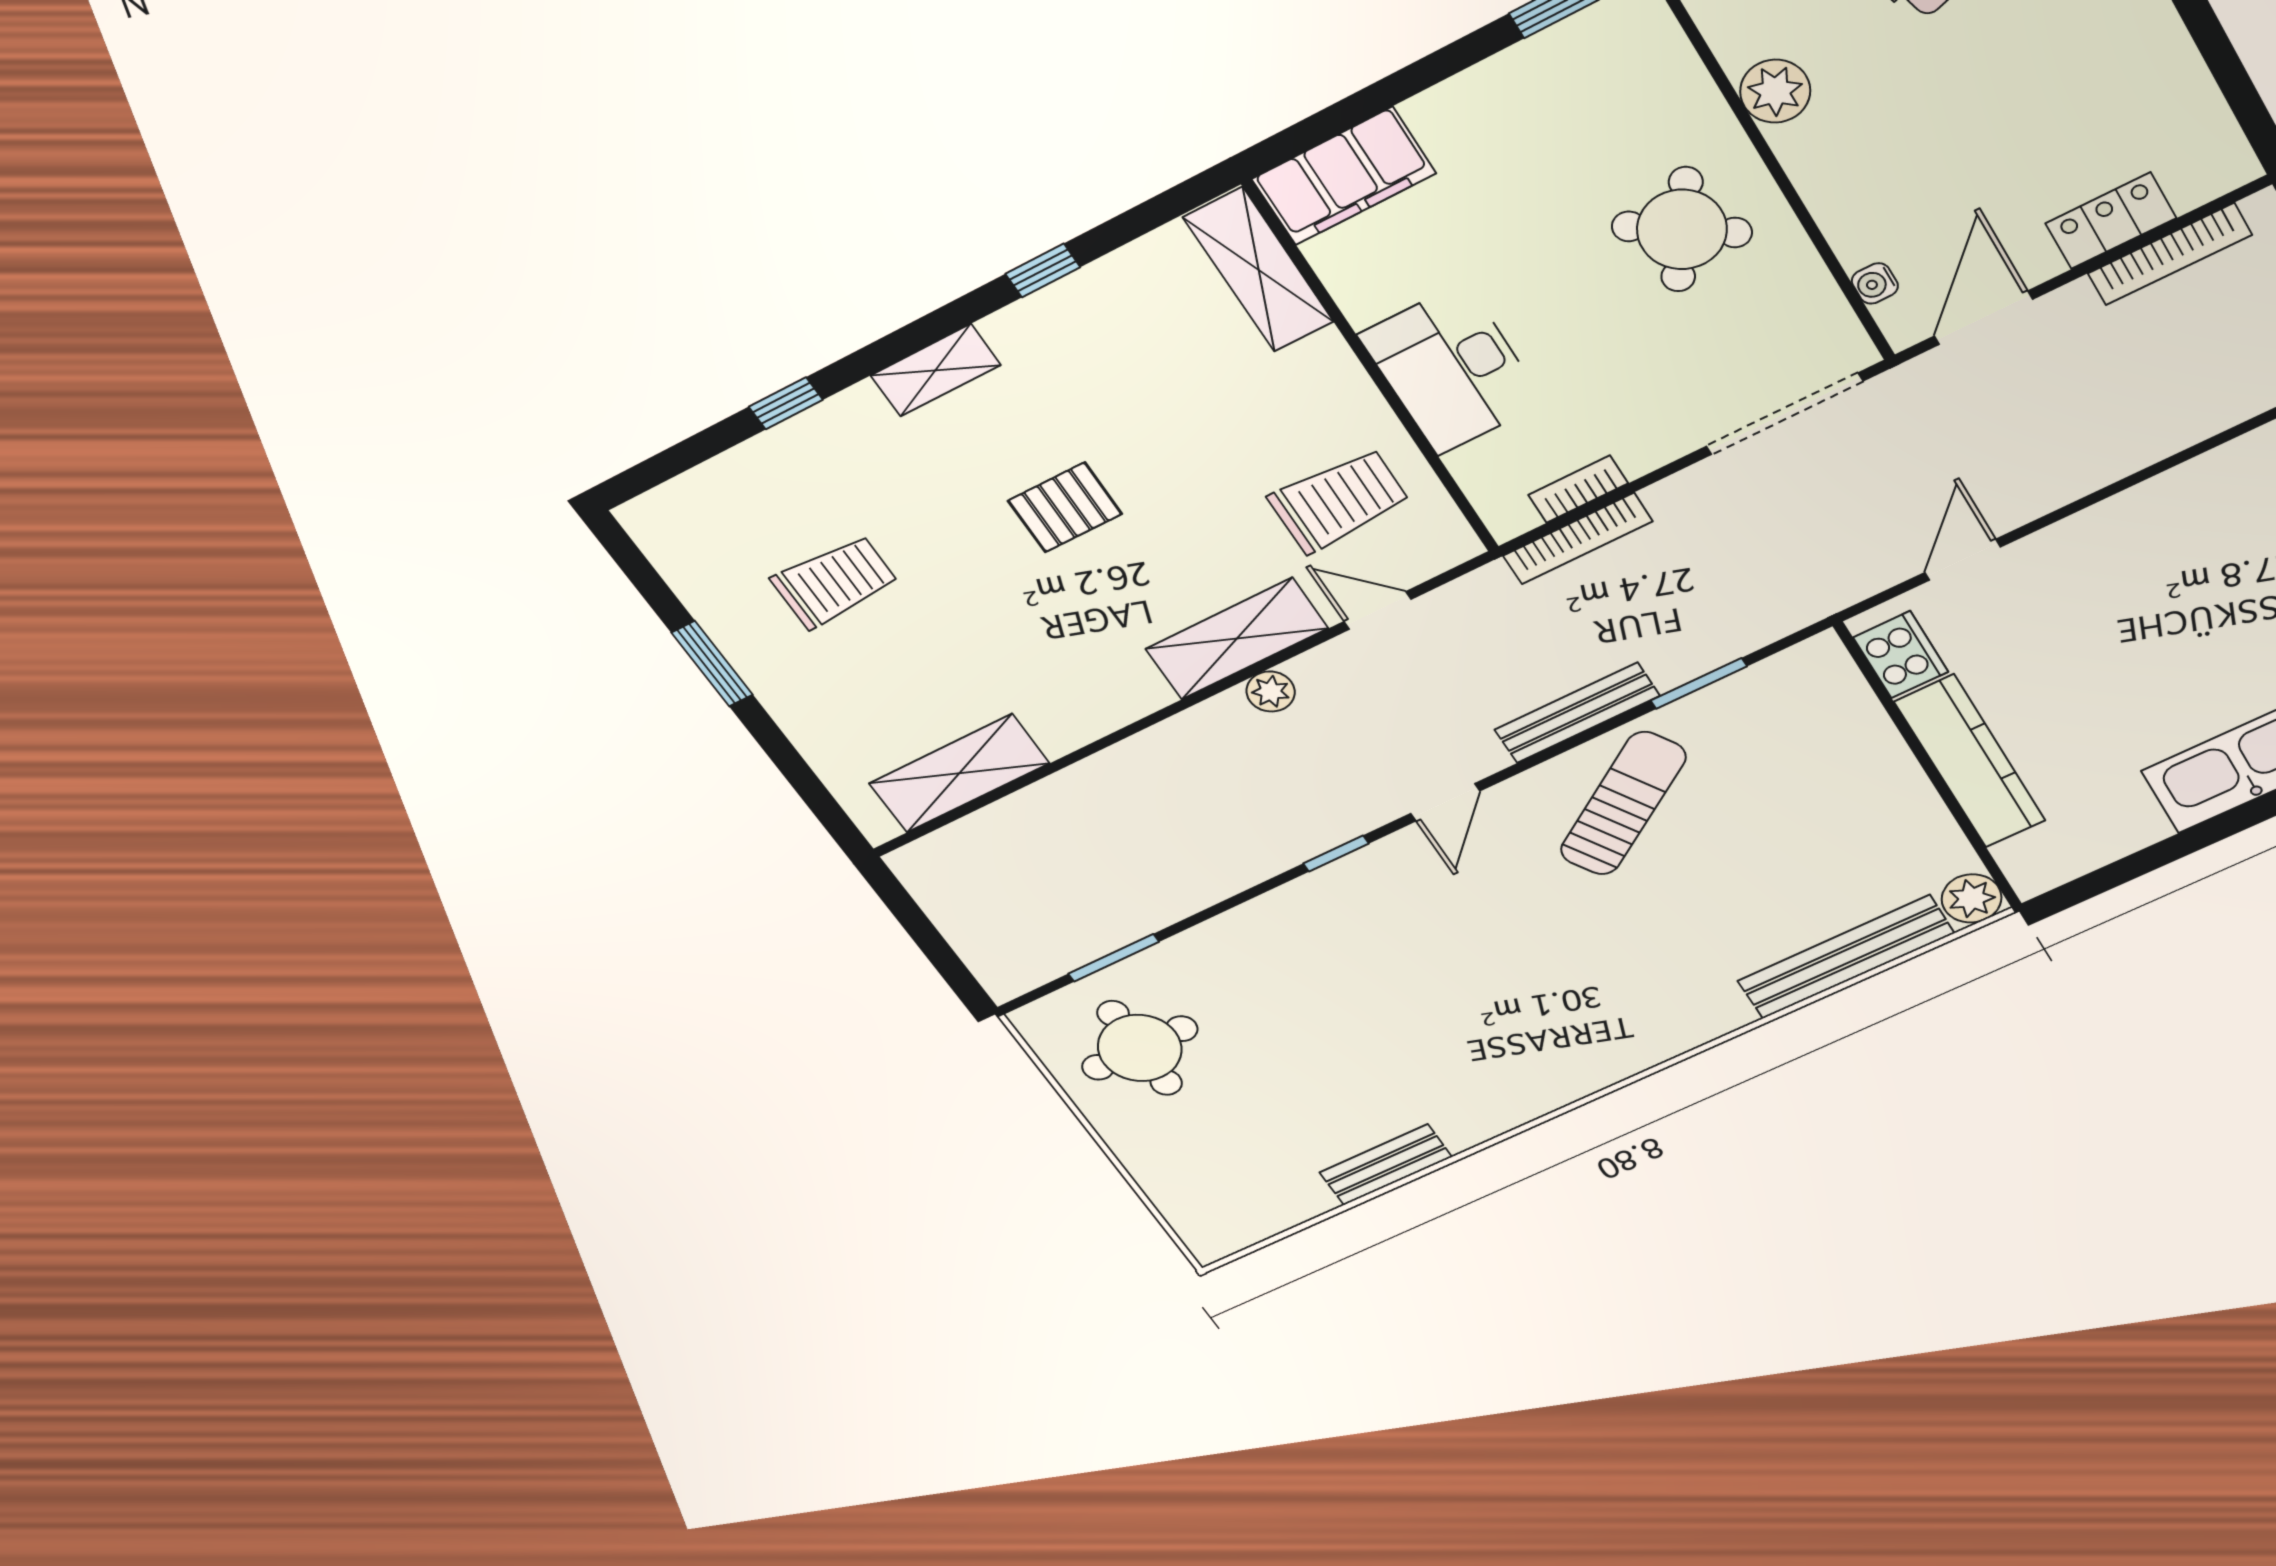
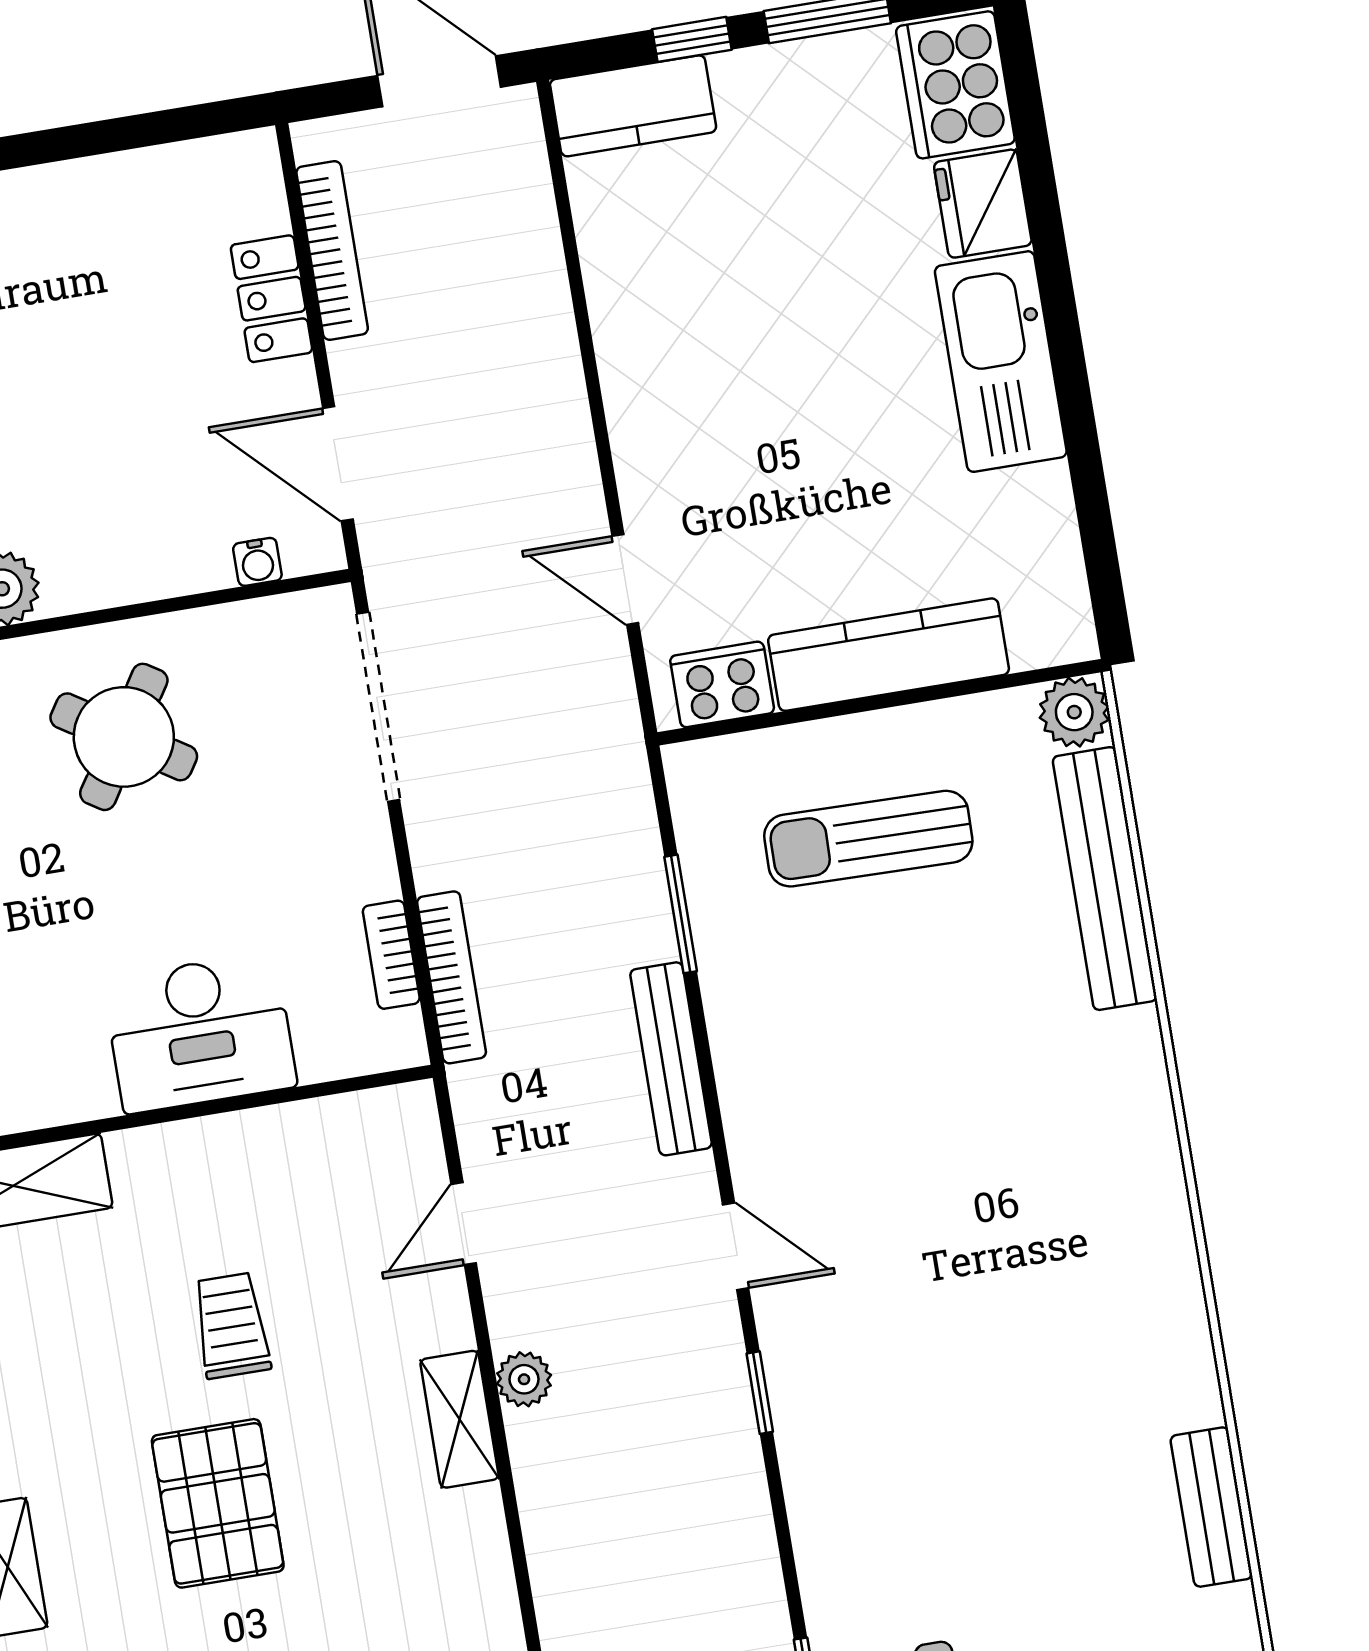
trolley: (1339, 501) -> (231, 1326), moved, width x0.73, depth x0.72
pallet: (1065, 507) -> (218, 1503), width x1.50, depth x1.42
shelving: (1237, 639) -> (459, 1419), width x0.67, depth x0.75
sun lounger: (1623, 804) -> (868, 839), moved, turned -56

